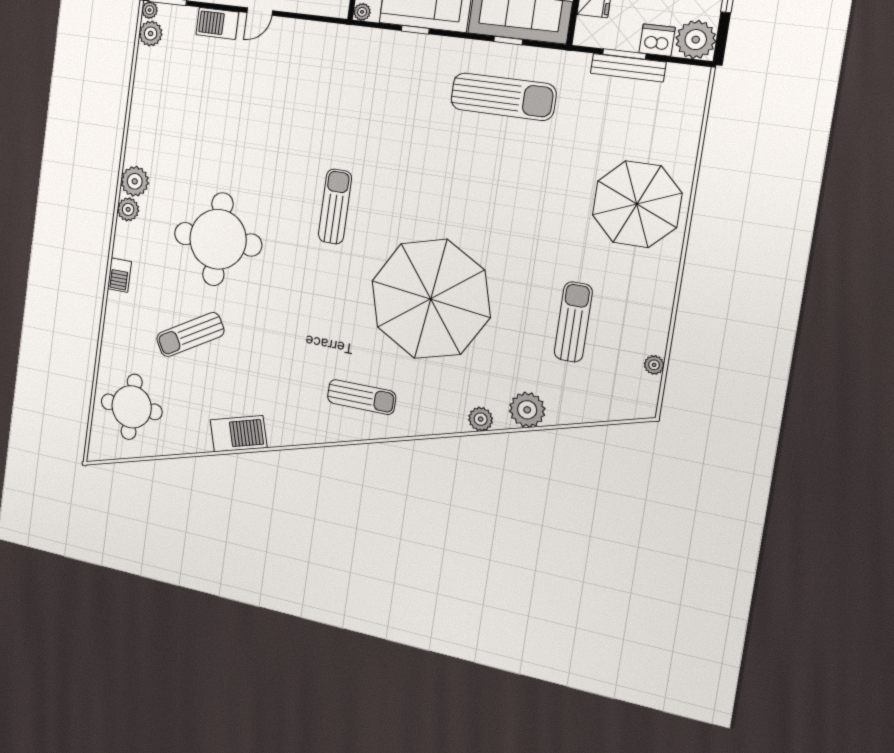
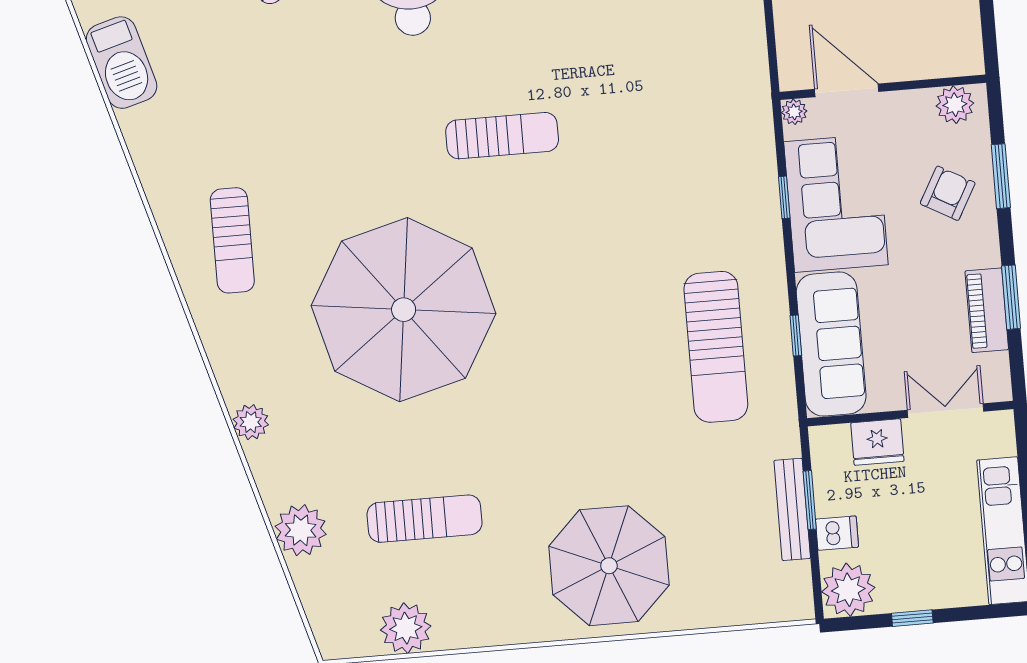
dishwasher: (657, 40) -> (837, 533), width x0.73
plant: (654, 365) -> (406, 628), width x1.87, depth x1.87
plant: (527, 410) -> (301, 530), moved

